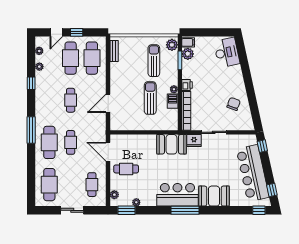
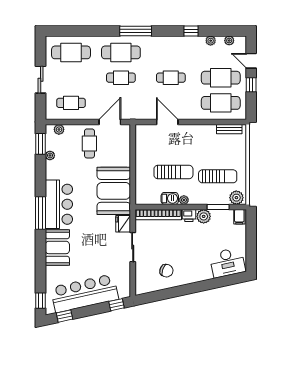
plant: (188, 54) -> (204, 216), moved
booth: (171, 144) -> (114, 191), width x1.36, depth x1.42

